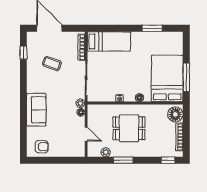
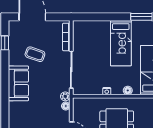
bed: (109, 41) -> (121, 43), moved, turned 90
sofa: (36, 110) -> (18, 83), moved

